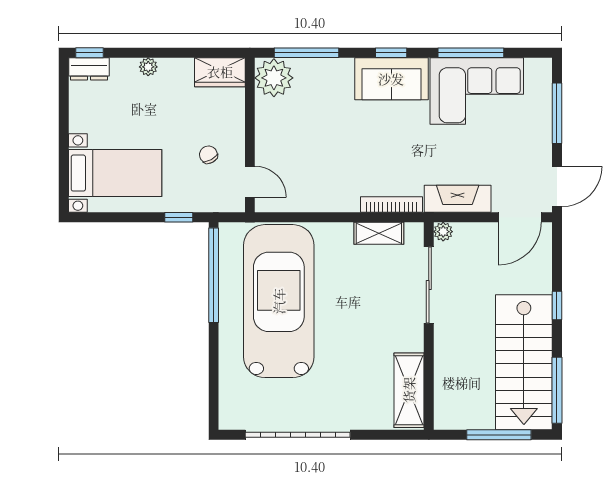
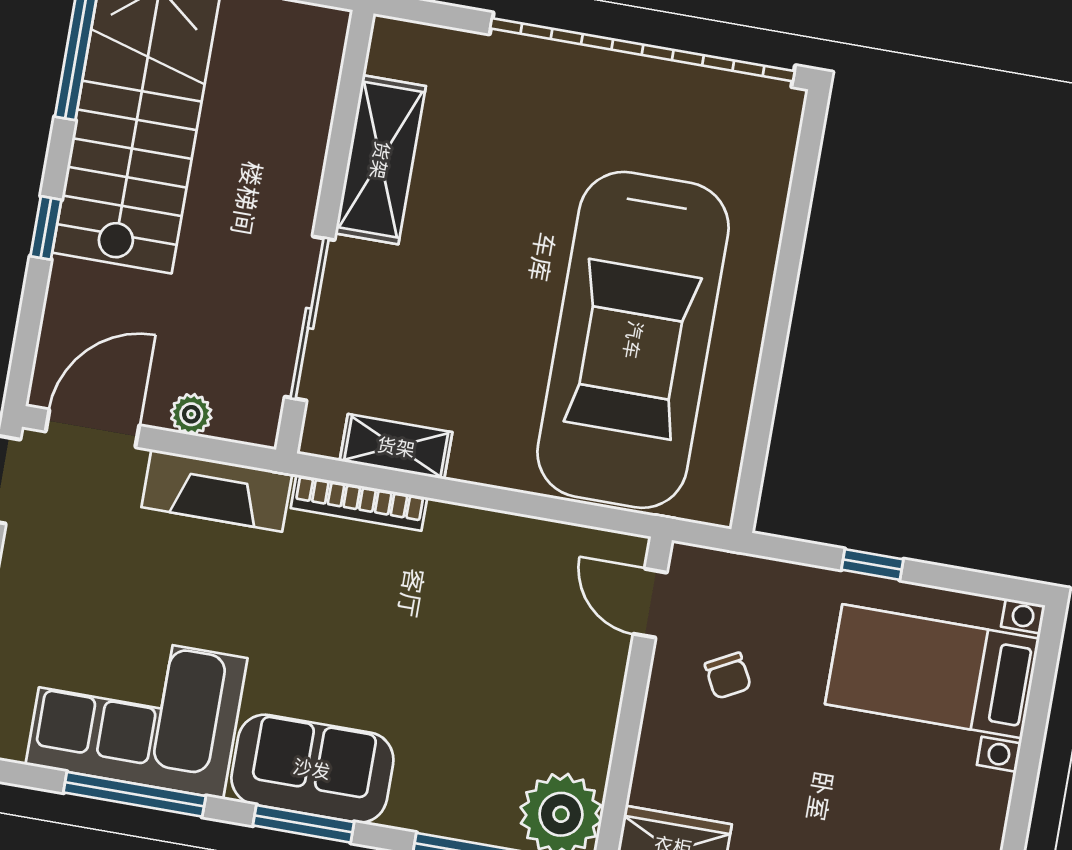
window: (391, 53) -> (304, 824), width x1.50
window: (179, 217) -> (872, 564), moved
plant: (443, 232) -> (191, 414), moved
window: (214, 275) -> (761, 418), removed
shelving: (409, 390) -> (380, 160), moved
garage door: (298, 435) -> (642, 50), width x1.36

